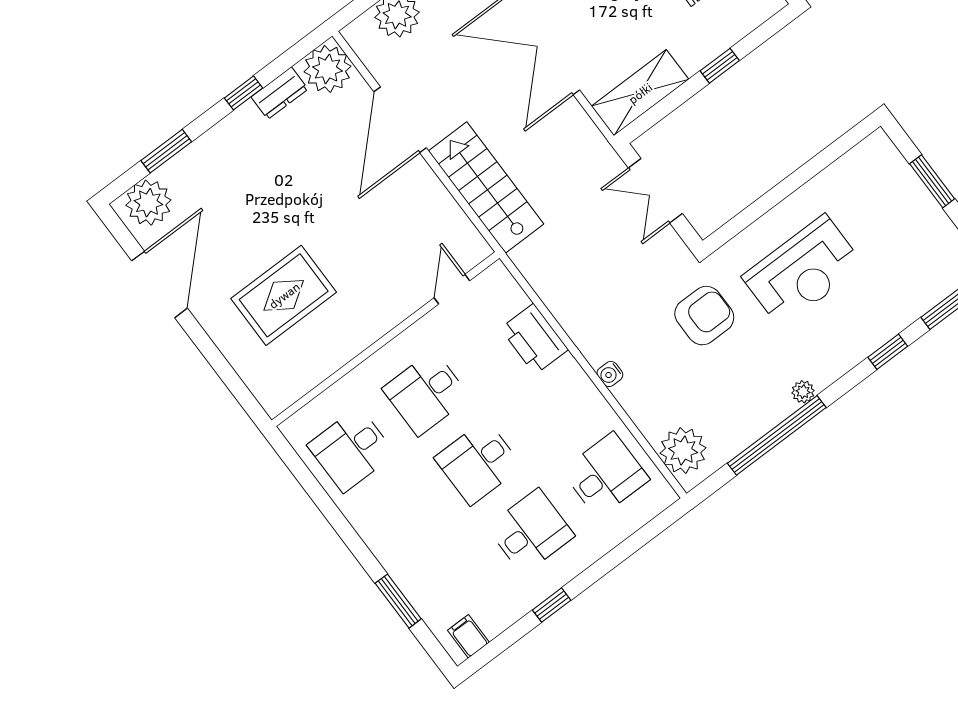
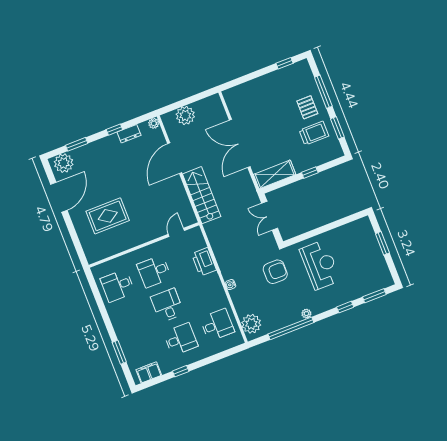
plant: (327, 69) -> (154, 123), width x0.53, depth x0.53
reception desk: (803, 271) -> (320, 265), turned -90
desk: (478, 462) -> (167, 305), turned 90
filing cabinet: (468, 636) -> (149, 372), width x2.00

